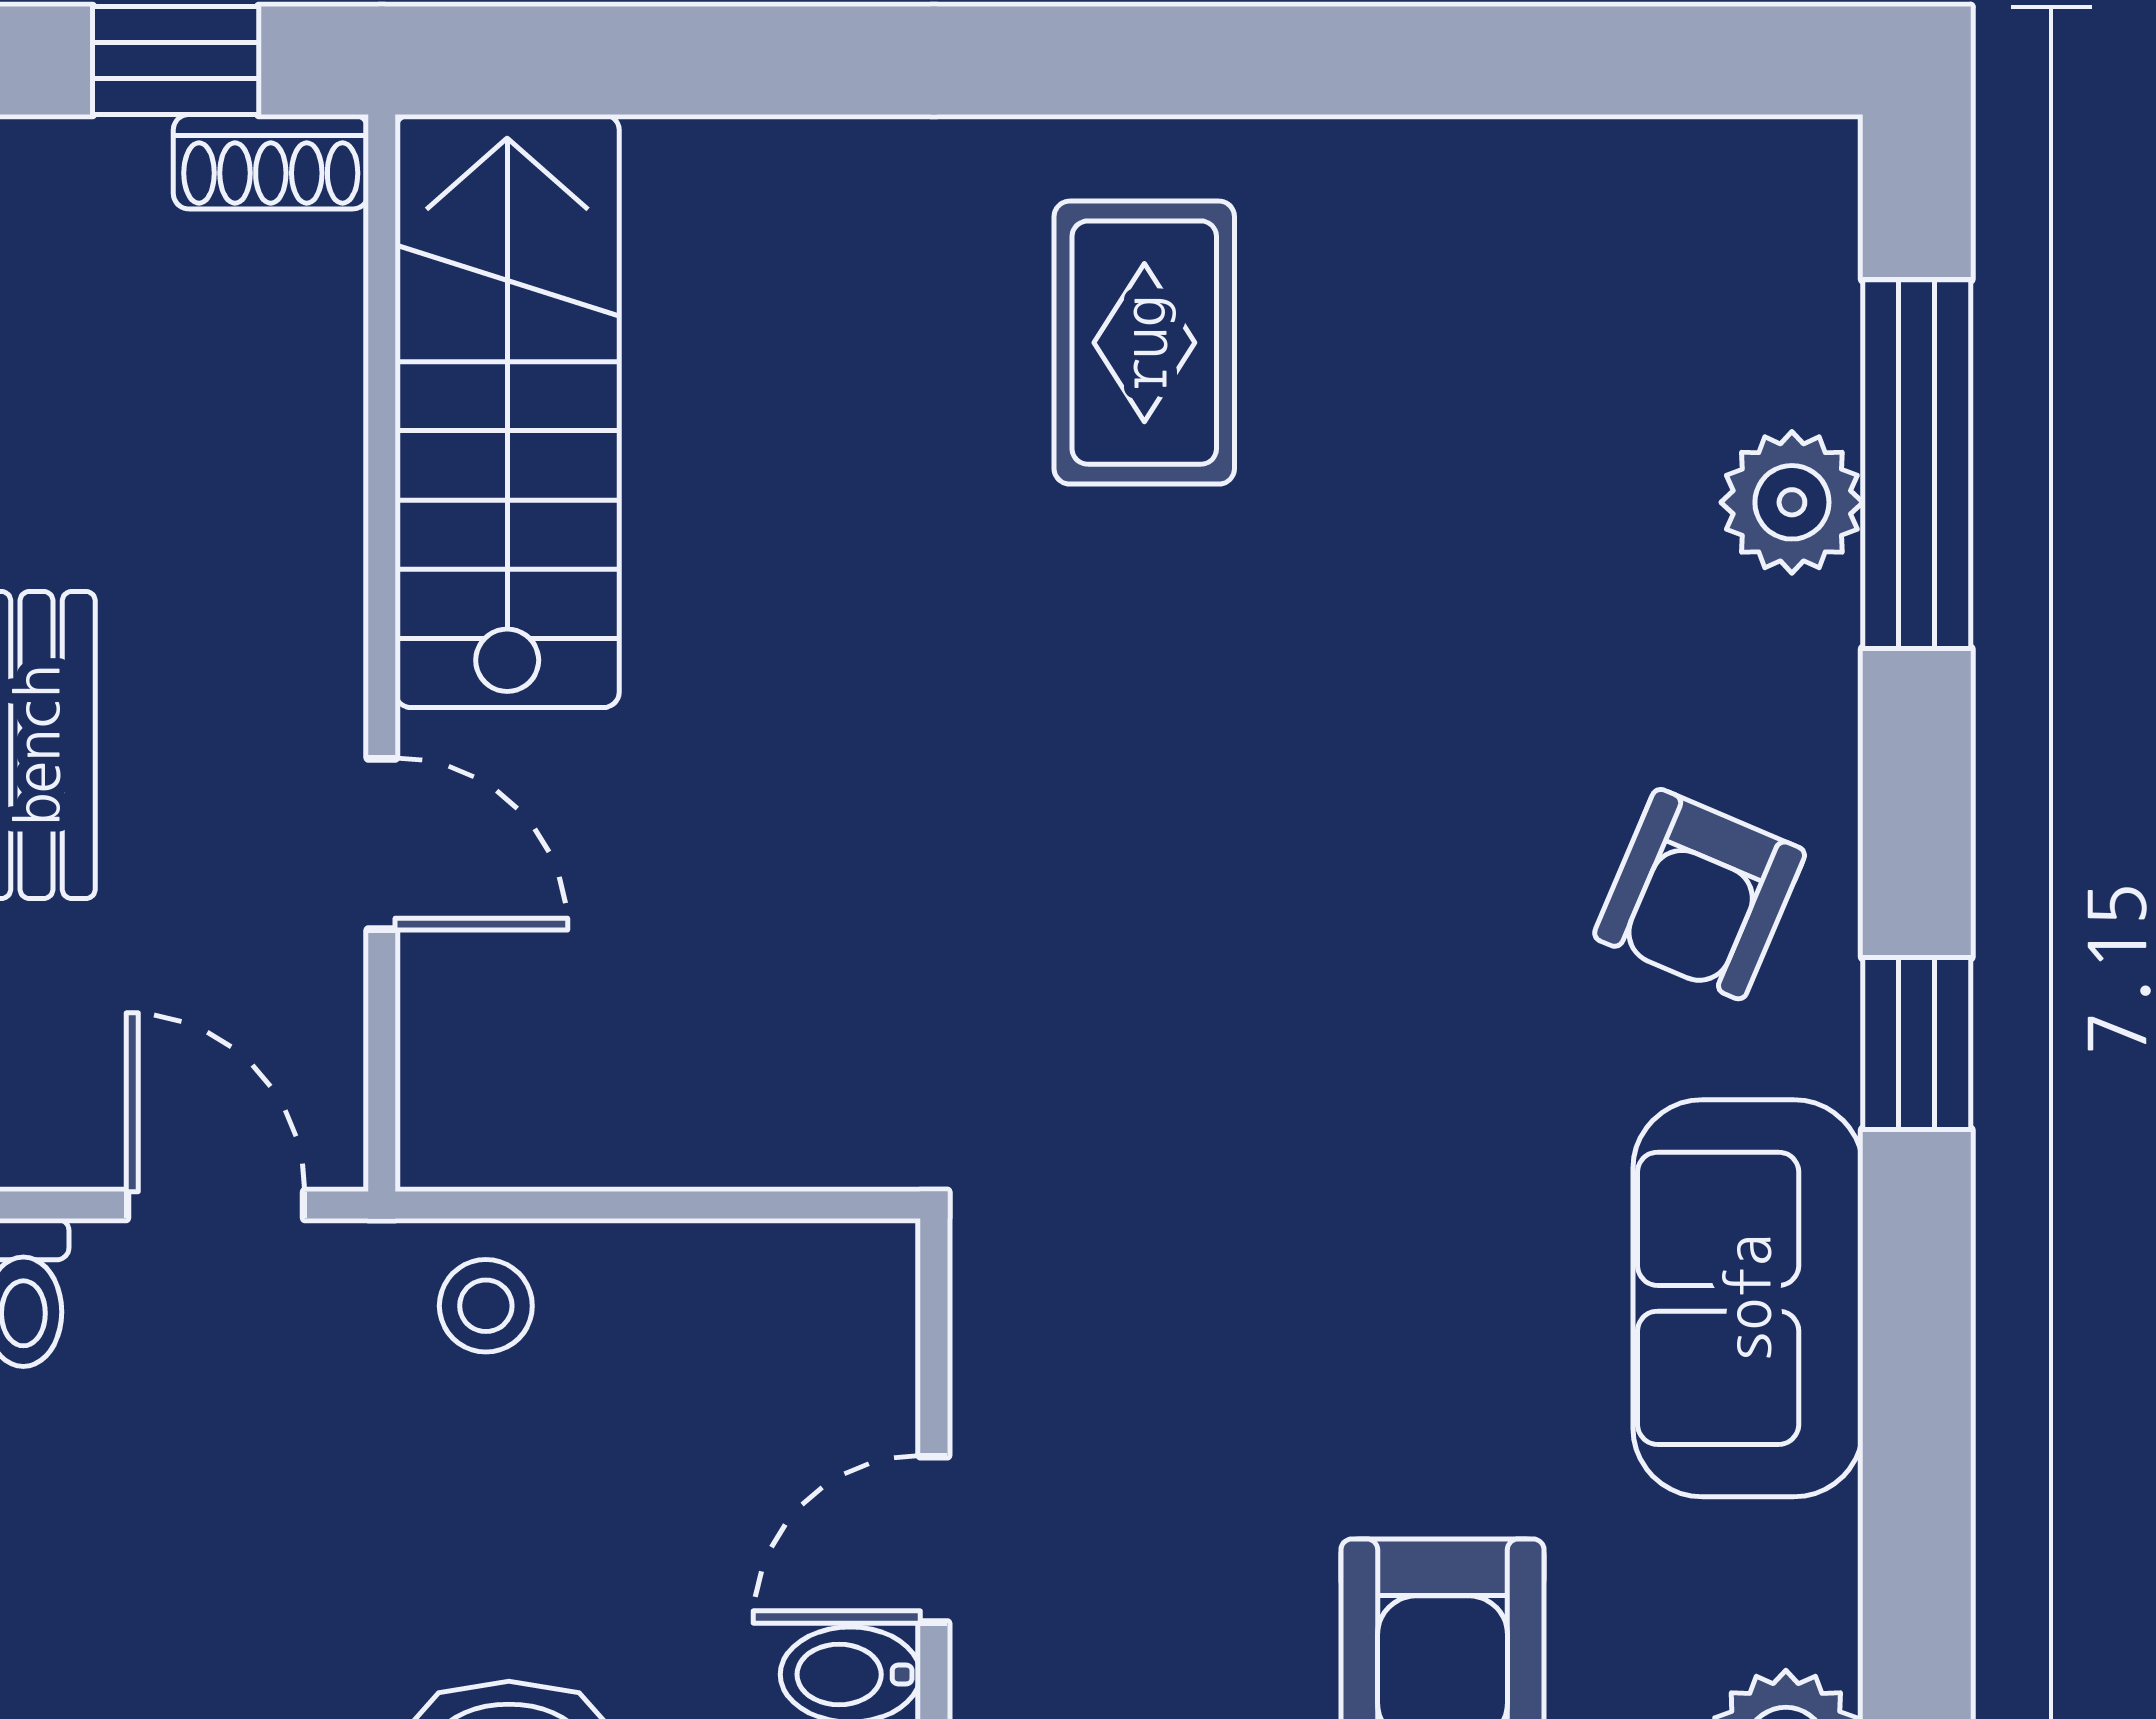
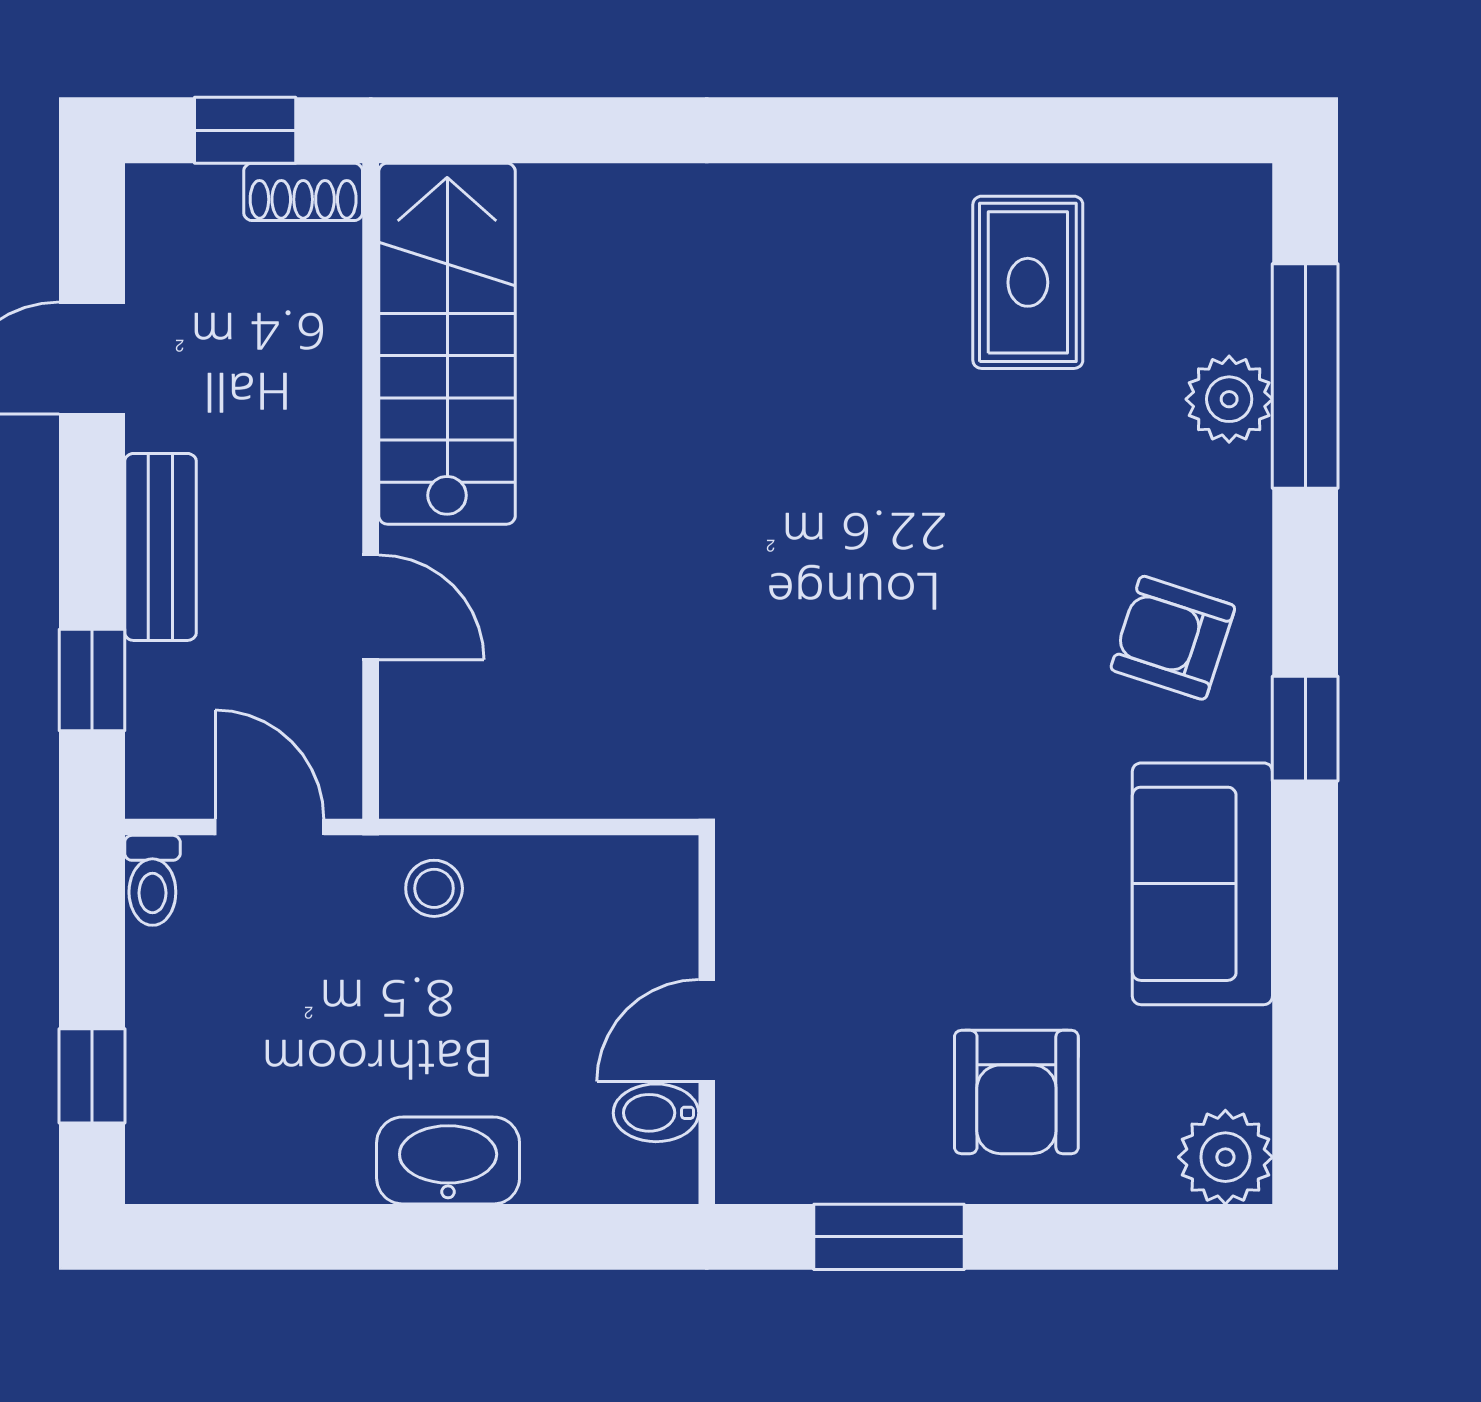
rug: (1144, 343) -> (1028, 282), moved
armchair: (1700, 894) -> (1173, 638), turned 85

